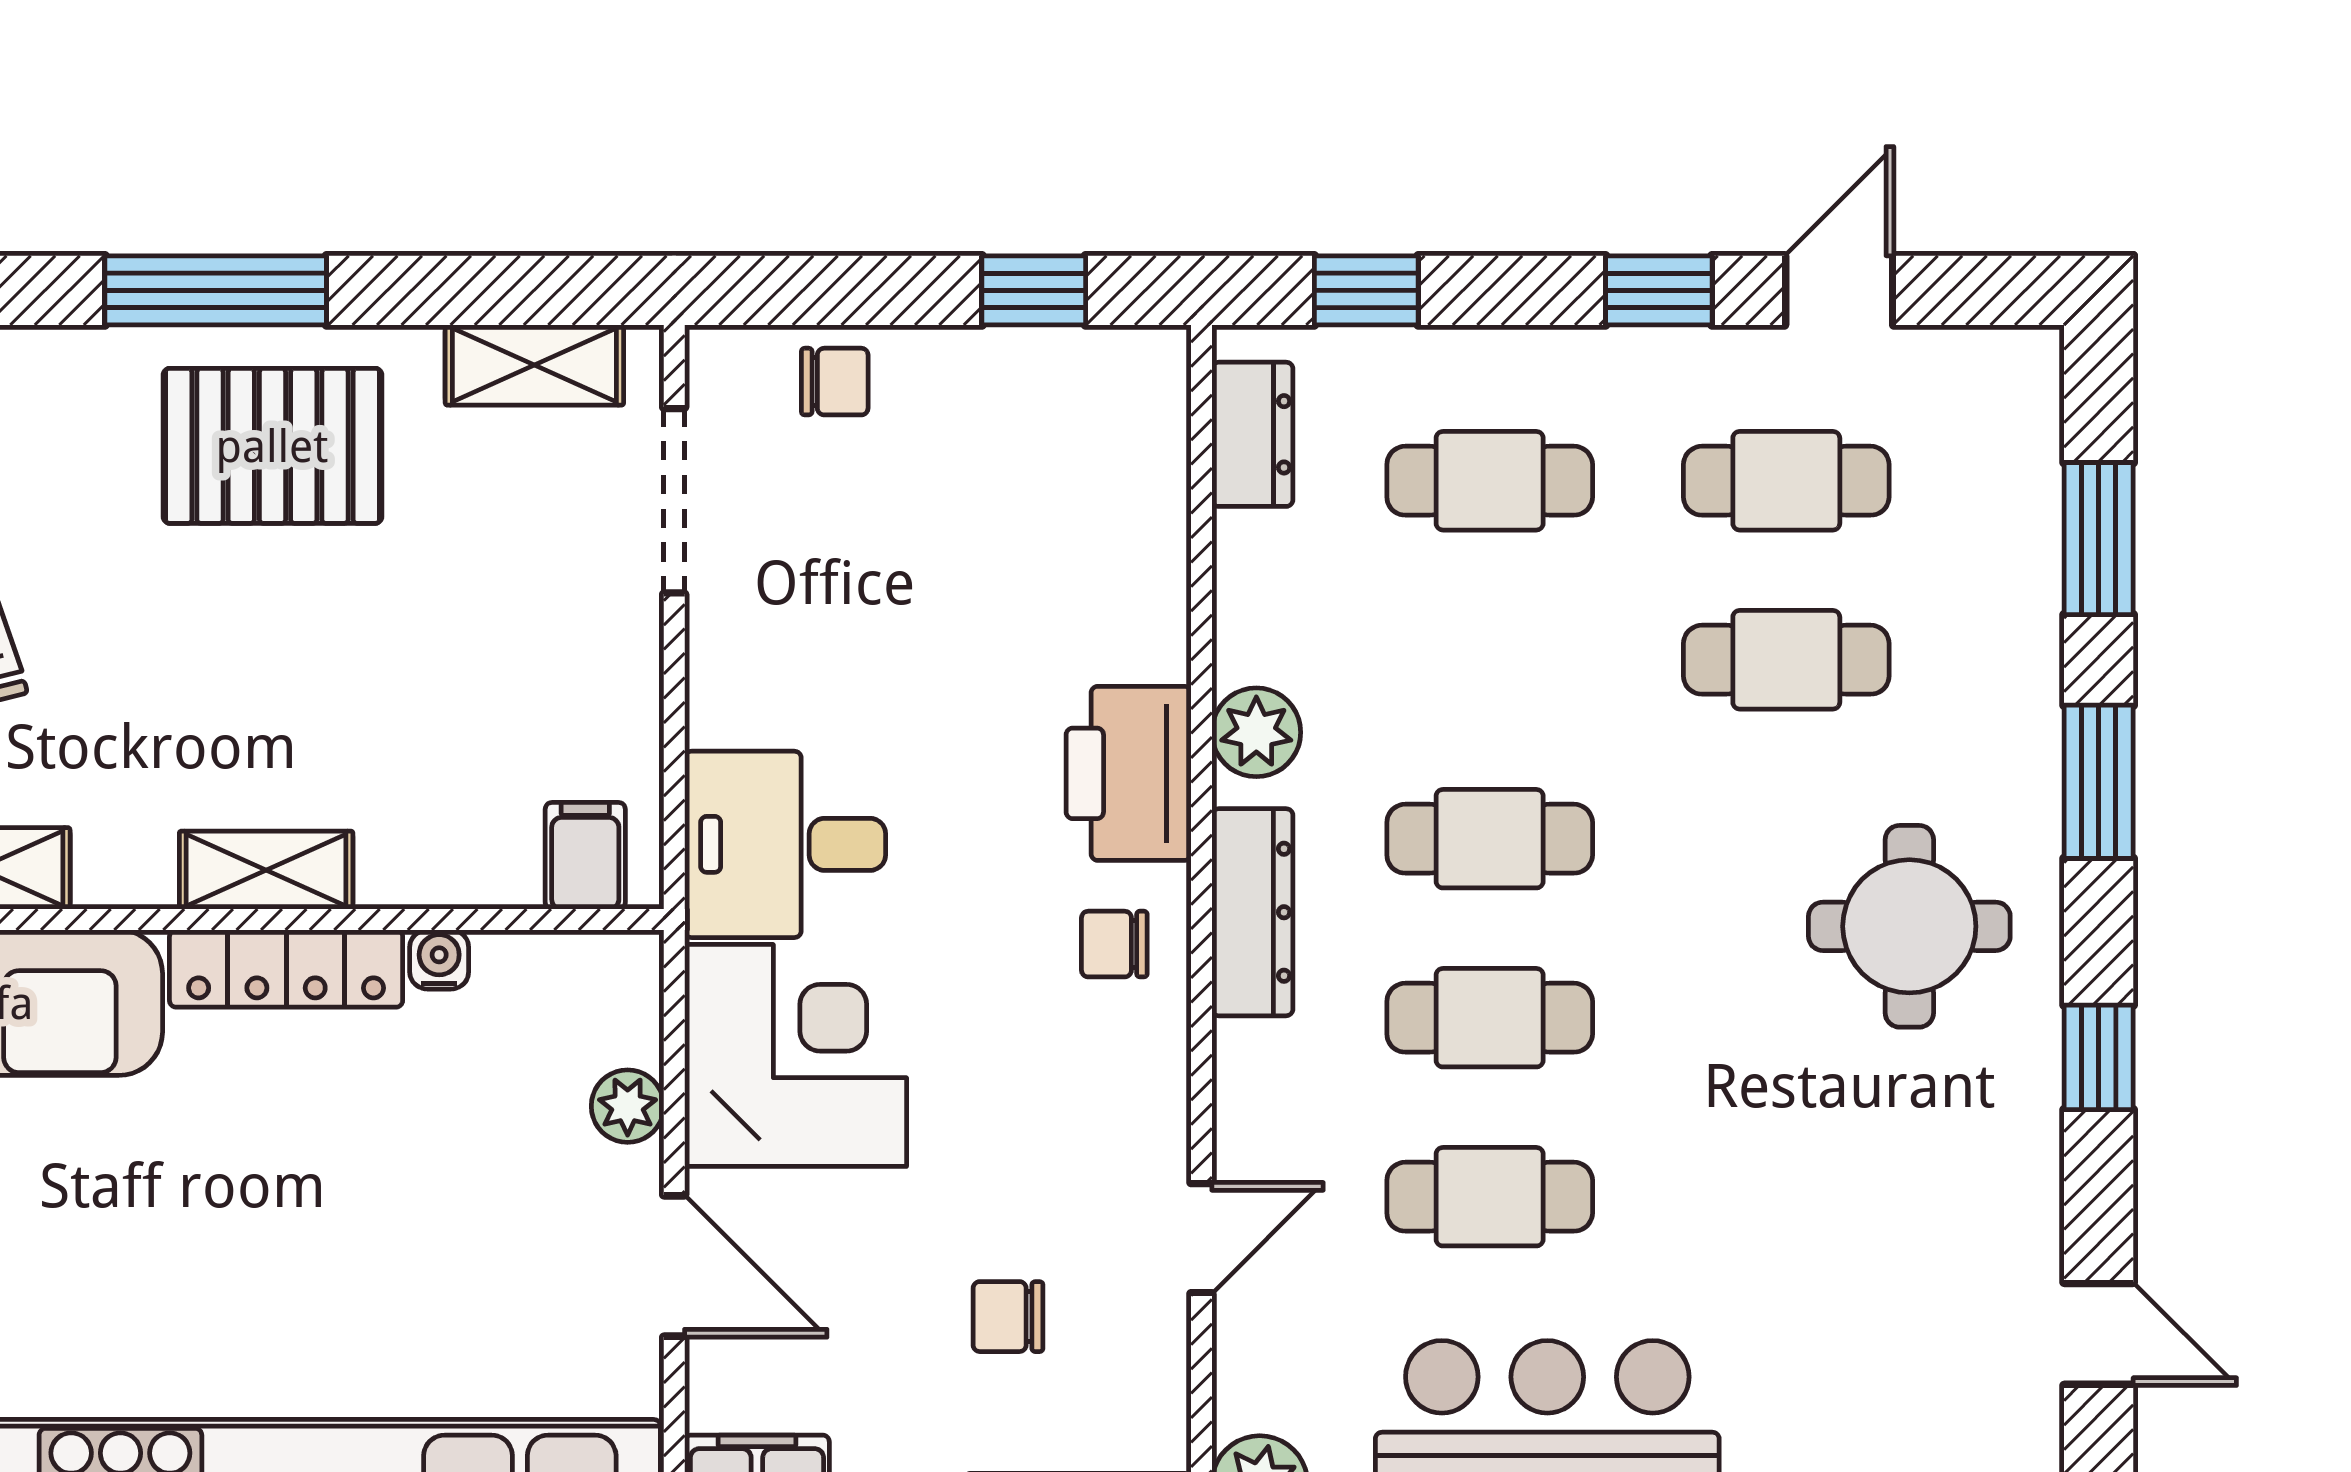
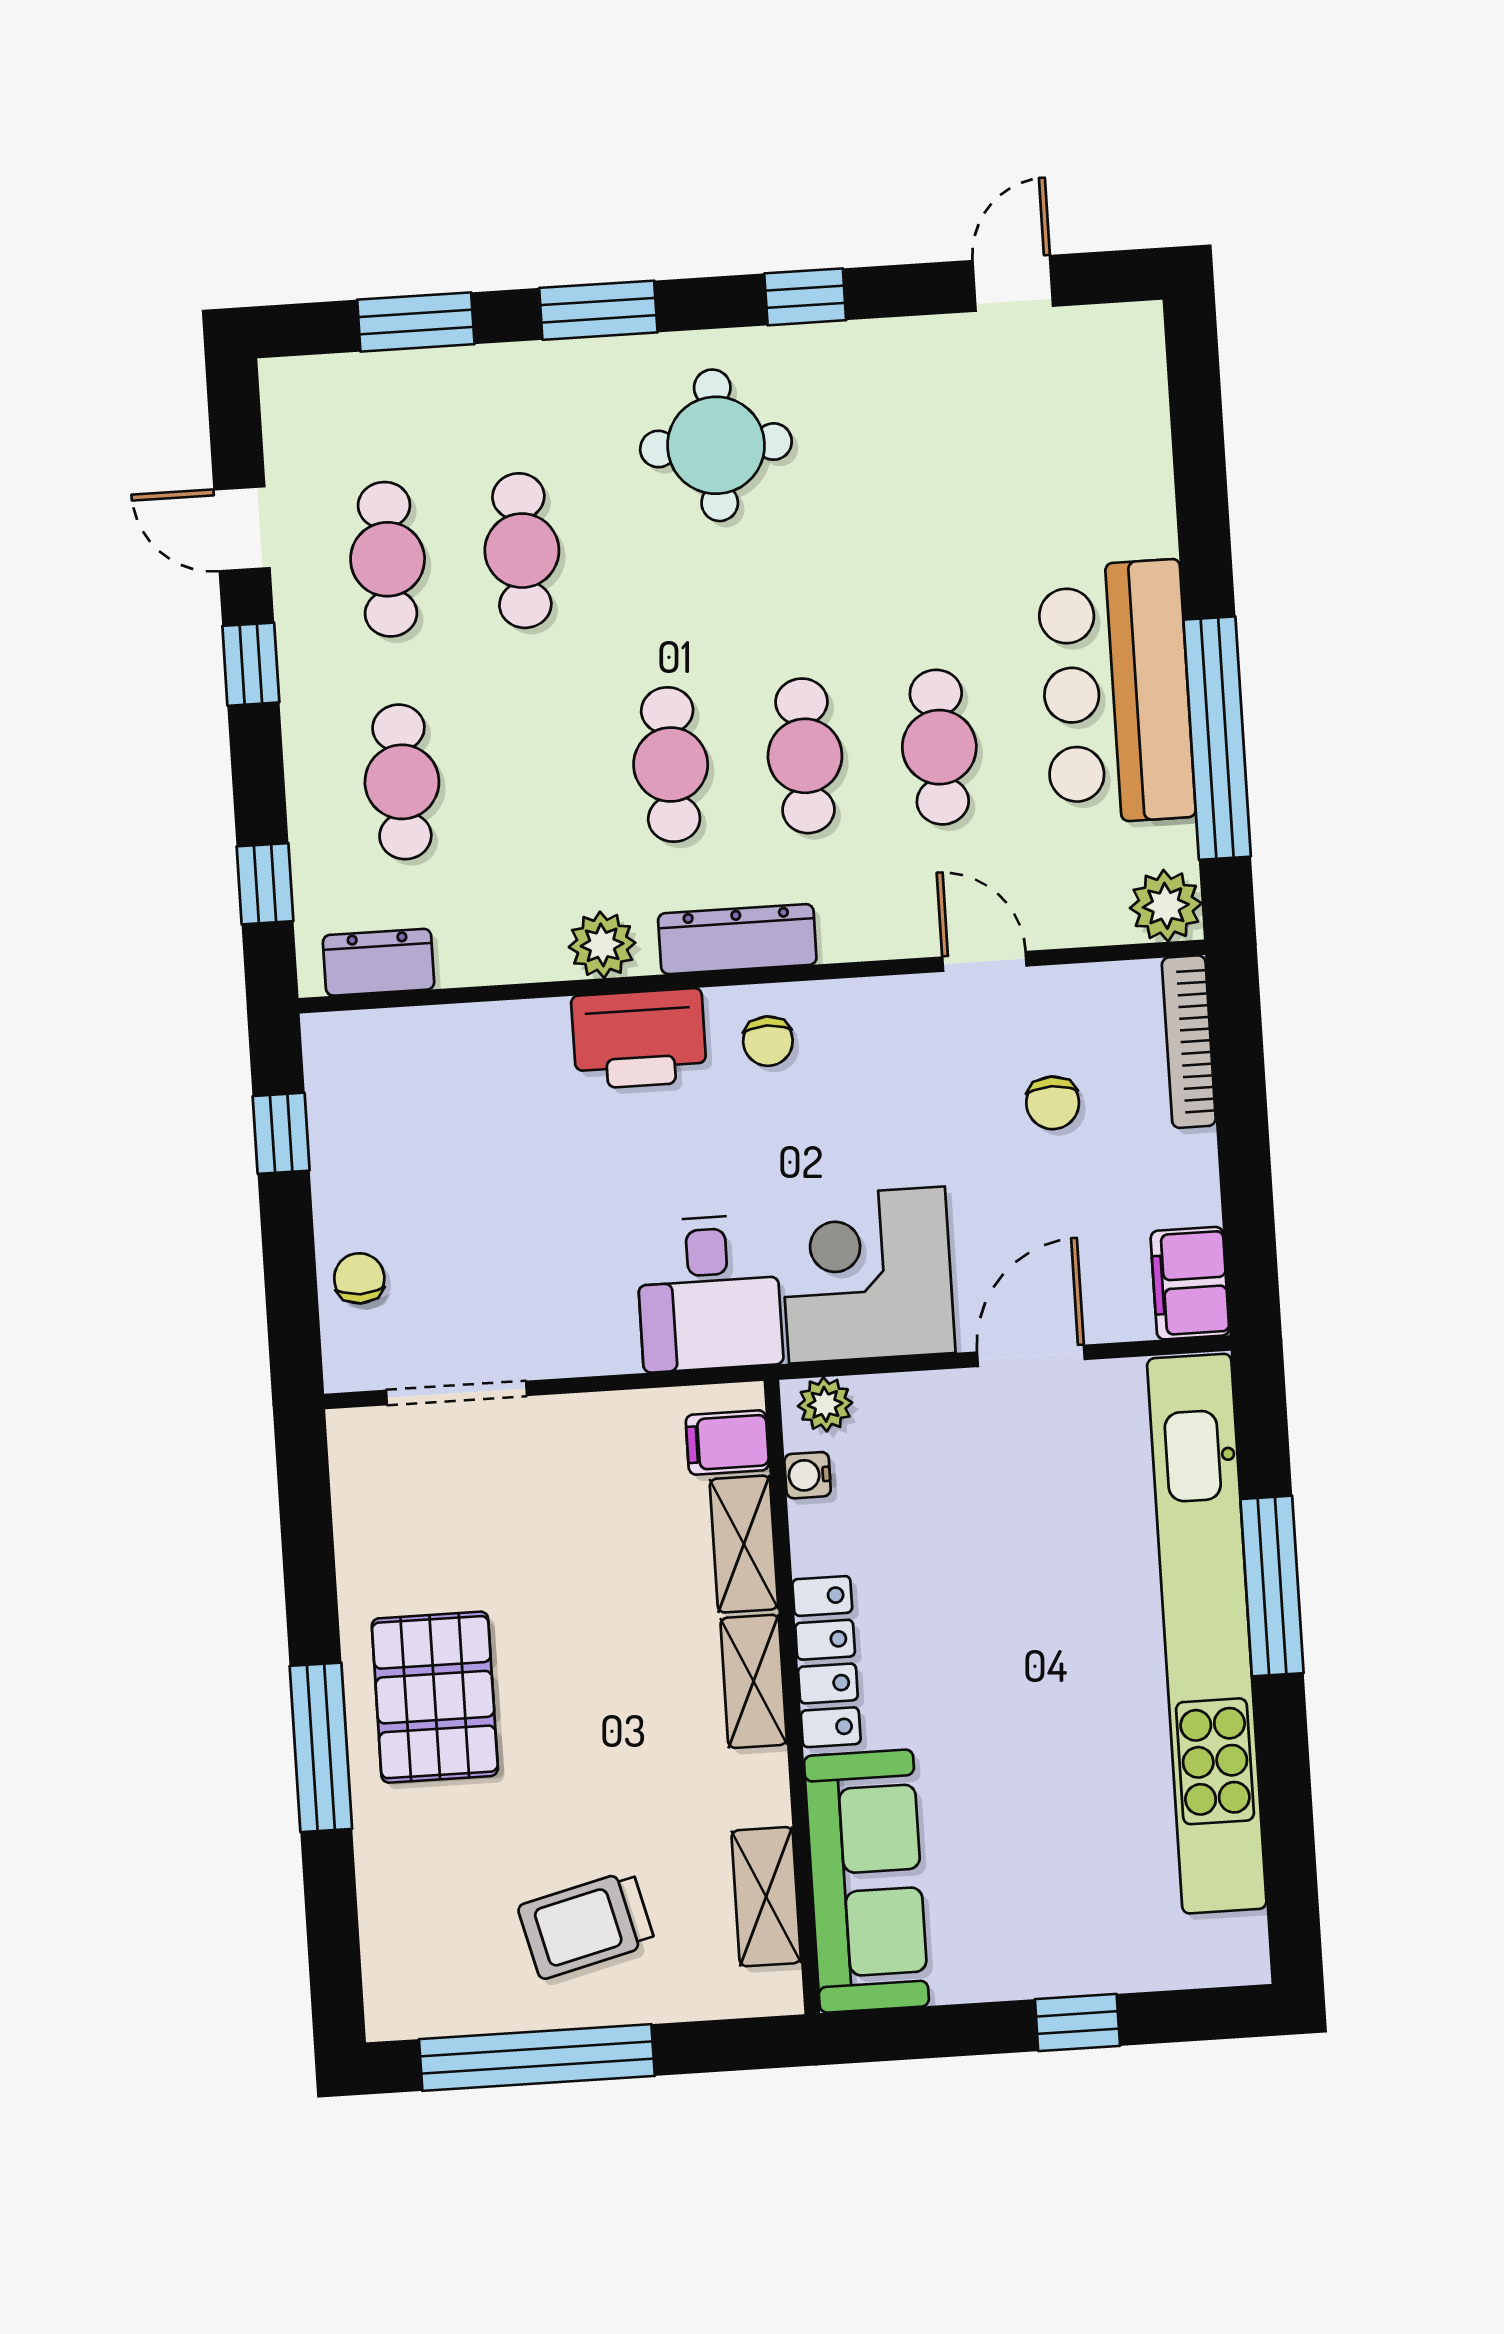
shelving: (534, 365) -> (744, 1544), moved
water cooler: (439, 960) -> (808, 1475), moved
plant: (628, 1106) -> (825, 1404), moved

